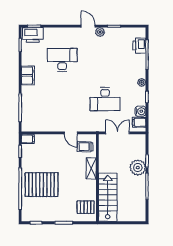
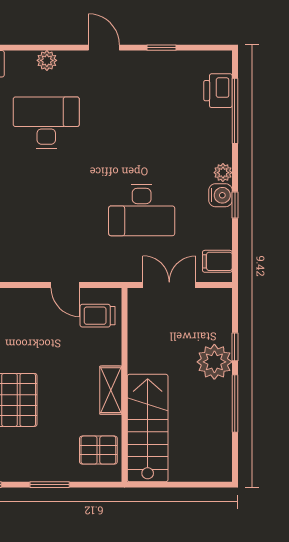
plant: (100, 32) -> (47, 60), moved
water cooler: (140, 111) -> (220, 195), moved
shelving: (91, 168) -> (111, 390), moved

